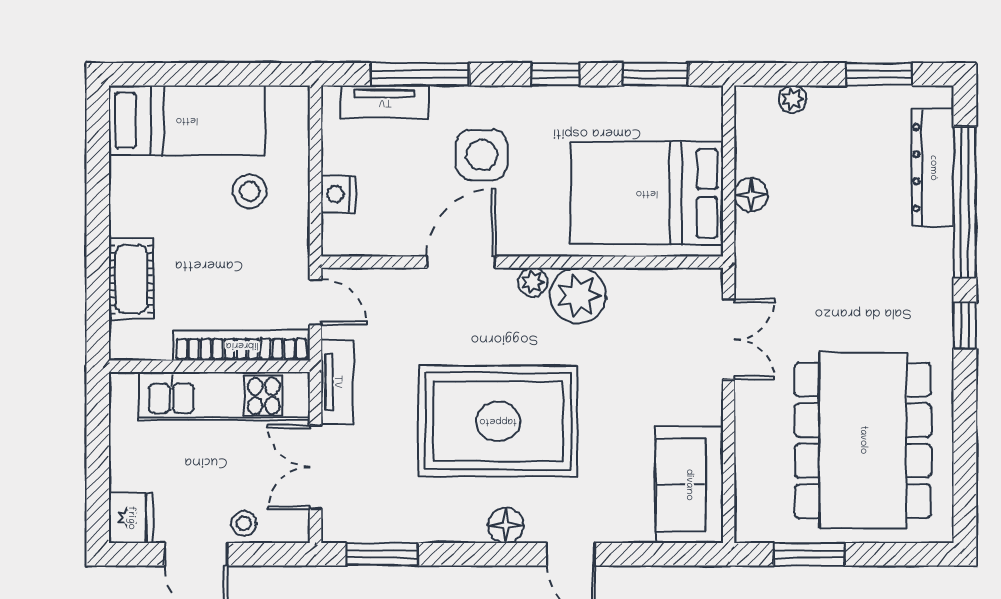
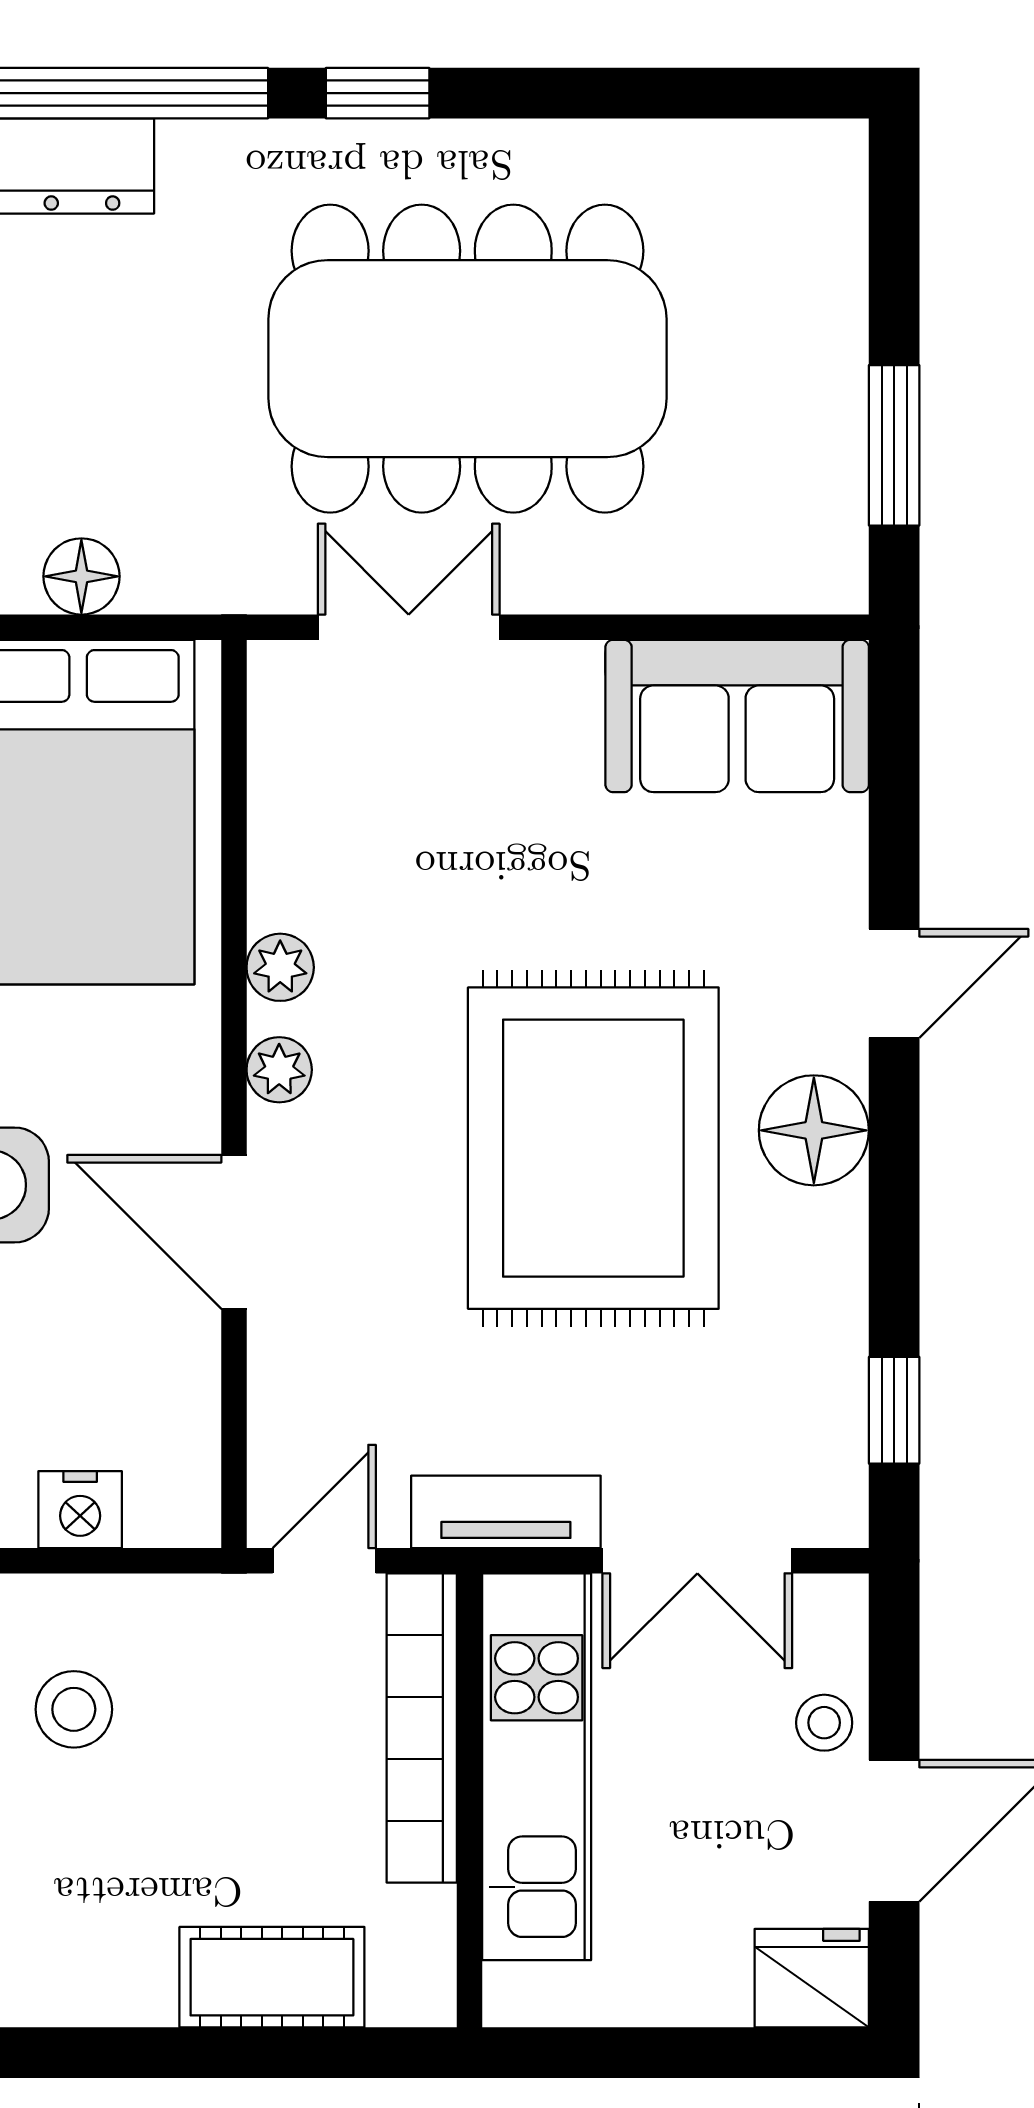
plant: (578, 296) -> (280, 967), width x0.53, depth x0.53
dining table: (863, 440) -> (467, 359), moved
floor lamp: (506, 525) -> (814, 1130), width x1.38, depth x1.38
window: (382, 554) -> (894, 1410), width x0.67

